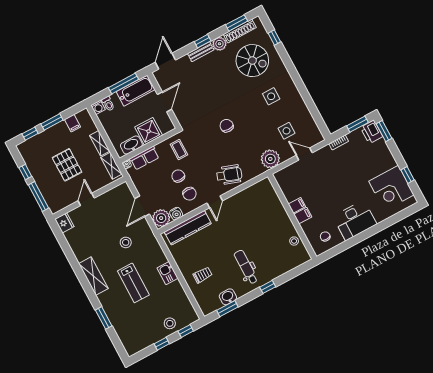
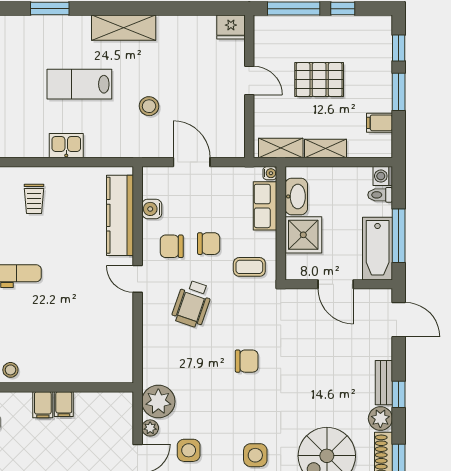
wheelchair: (229, 175) -> (192, 304), moved
plant: (161, 218) -> (150, 428), moved, width x0.53, depth x0.53

